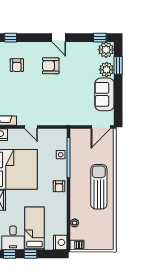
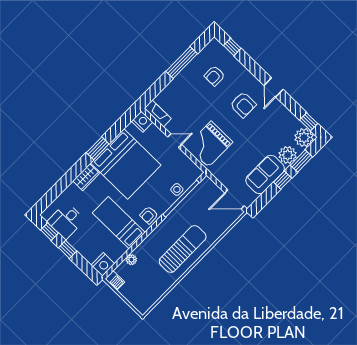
armchair: (51, 66) -> (243, 105), turned 180
window: (118, 88) -> (283, 180), added
grand piano: (54, 109) -> (210, 144), added
door: (31, 127) -> (175, 141), swing flipped
bed: (35, 228) -> (119, 223), moved, turned -90

